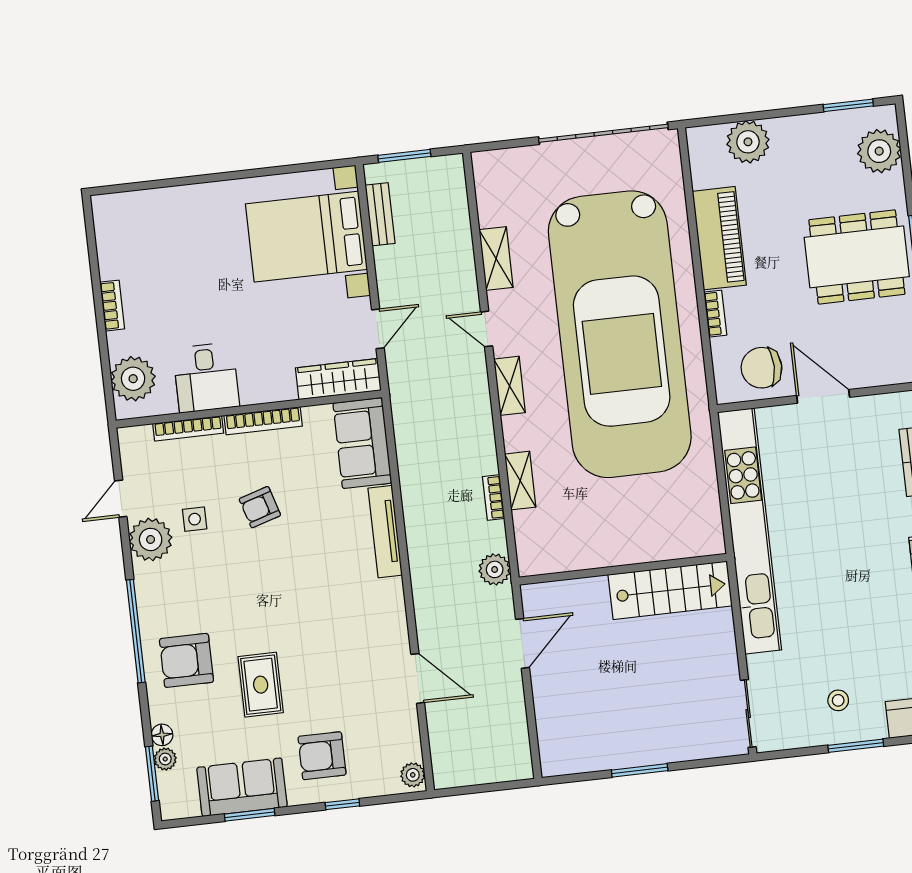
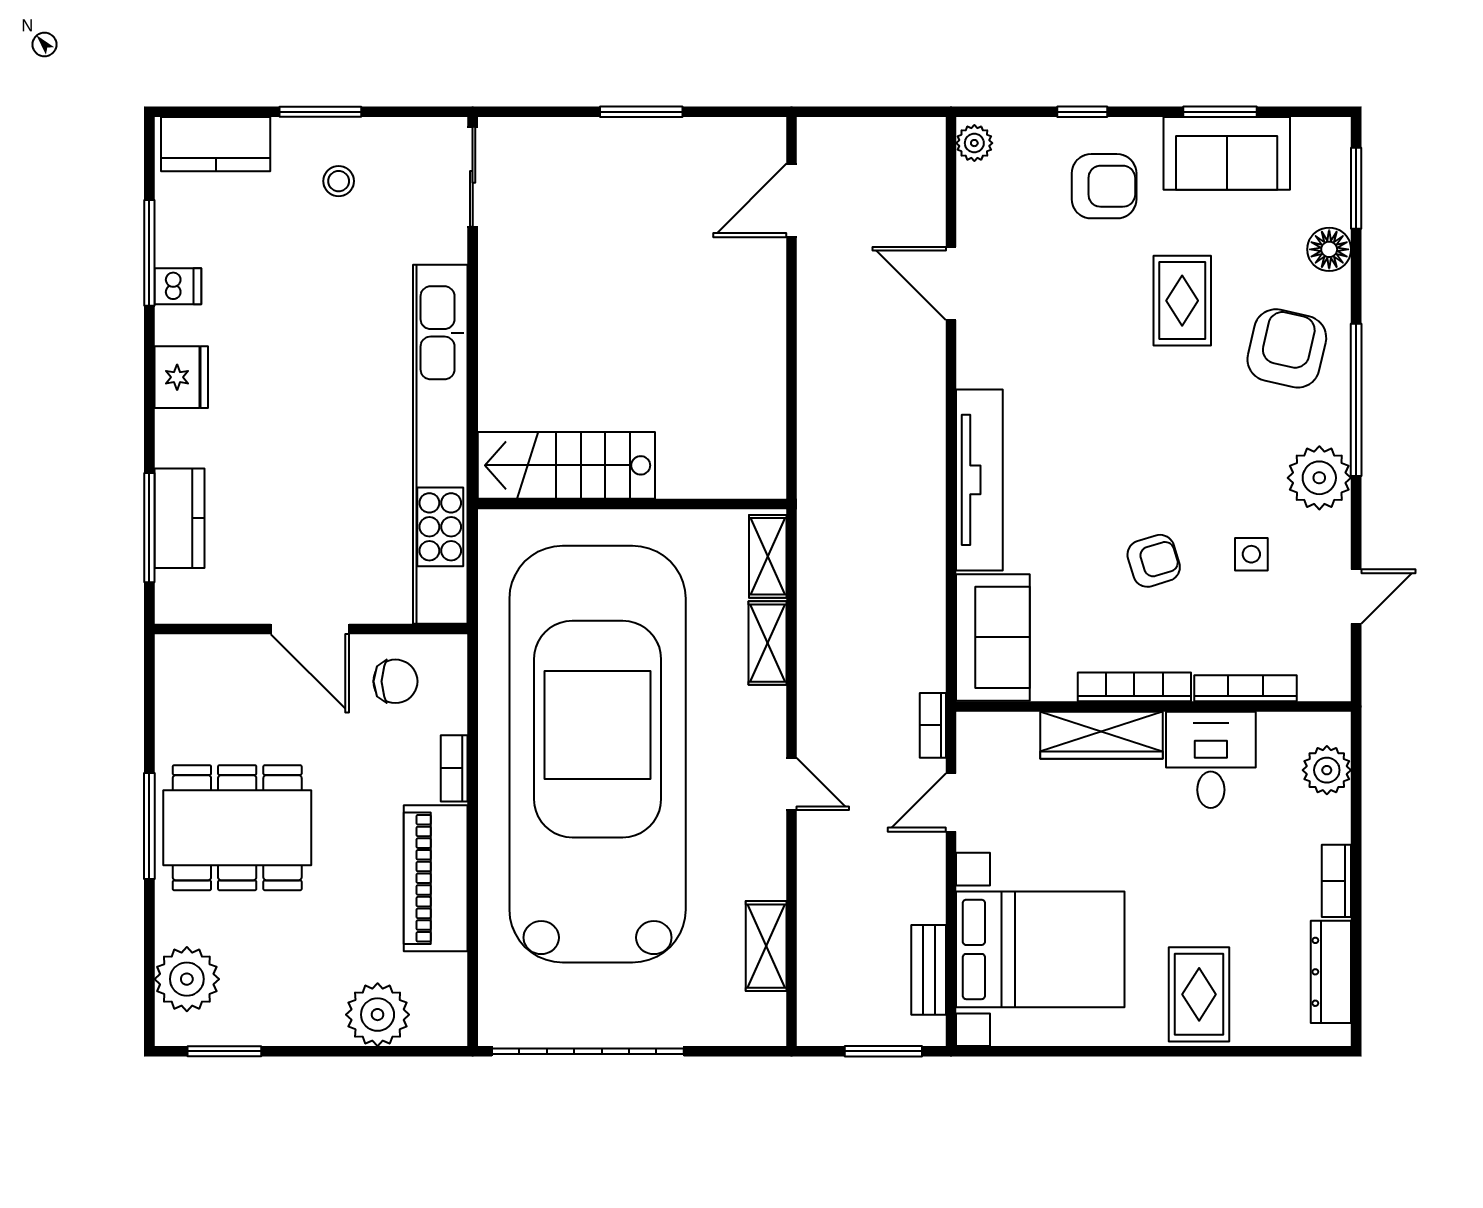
rug: (196, 219) -> (1199, 994), added
dresser: (109, 244) -> (1331, 972), added
shelving: (496, 259) -> (766, 946), moved
chair: (761, 368) -> (395, 681), width x0.73, depth x0.73
plant: (133, 379) -> (1327, 770), width x0.73, depth x0.73
wardrobe: (338, 379) -> (1102, 735), moved
shelving: (510, 386) -> (768, 643), moved
bookcase: (494, 498) -> (933, 725), moved, turned 180
tv unit: (385, 532) -> (979, 480), width x1.36, depth x1.29
plant: (151, 539) -> (1319, 478), moved
plant: (495, 569) -> (820, 430), removed
wall: (623, 569) -> (632, 504), moved
stairs: (670, 590) -> (566, 465), moved
door: (523, 643) -> (792, 200), moved
armchair: (186, 660) -> (1287, 348), turned -77
floor lamp: (162, 735) -> (1329, 249), width x1.37, depth x1.37
plant: (165, 759) -> (1334, 208), removed

